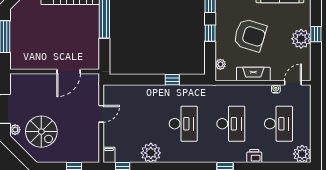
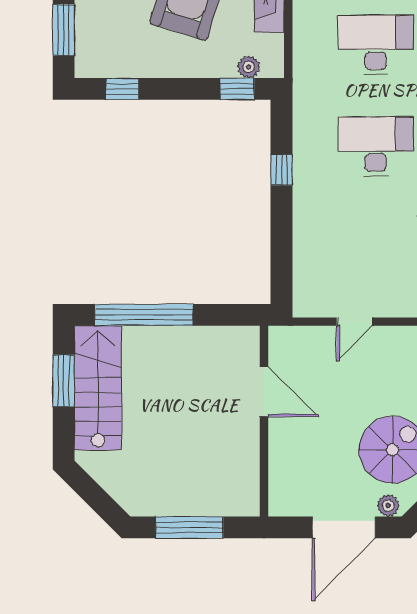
window: (210, 33) -> (237, 89), moved
door: (101, 114) -> (354, 322), swing flipped

